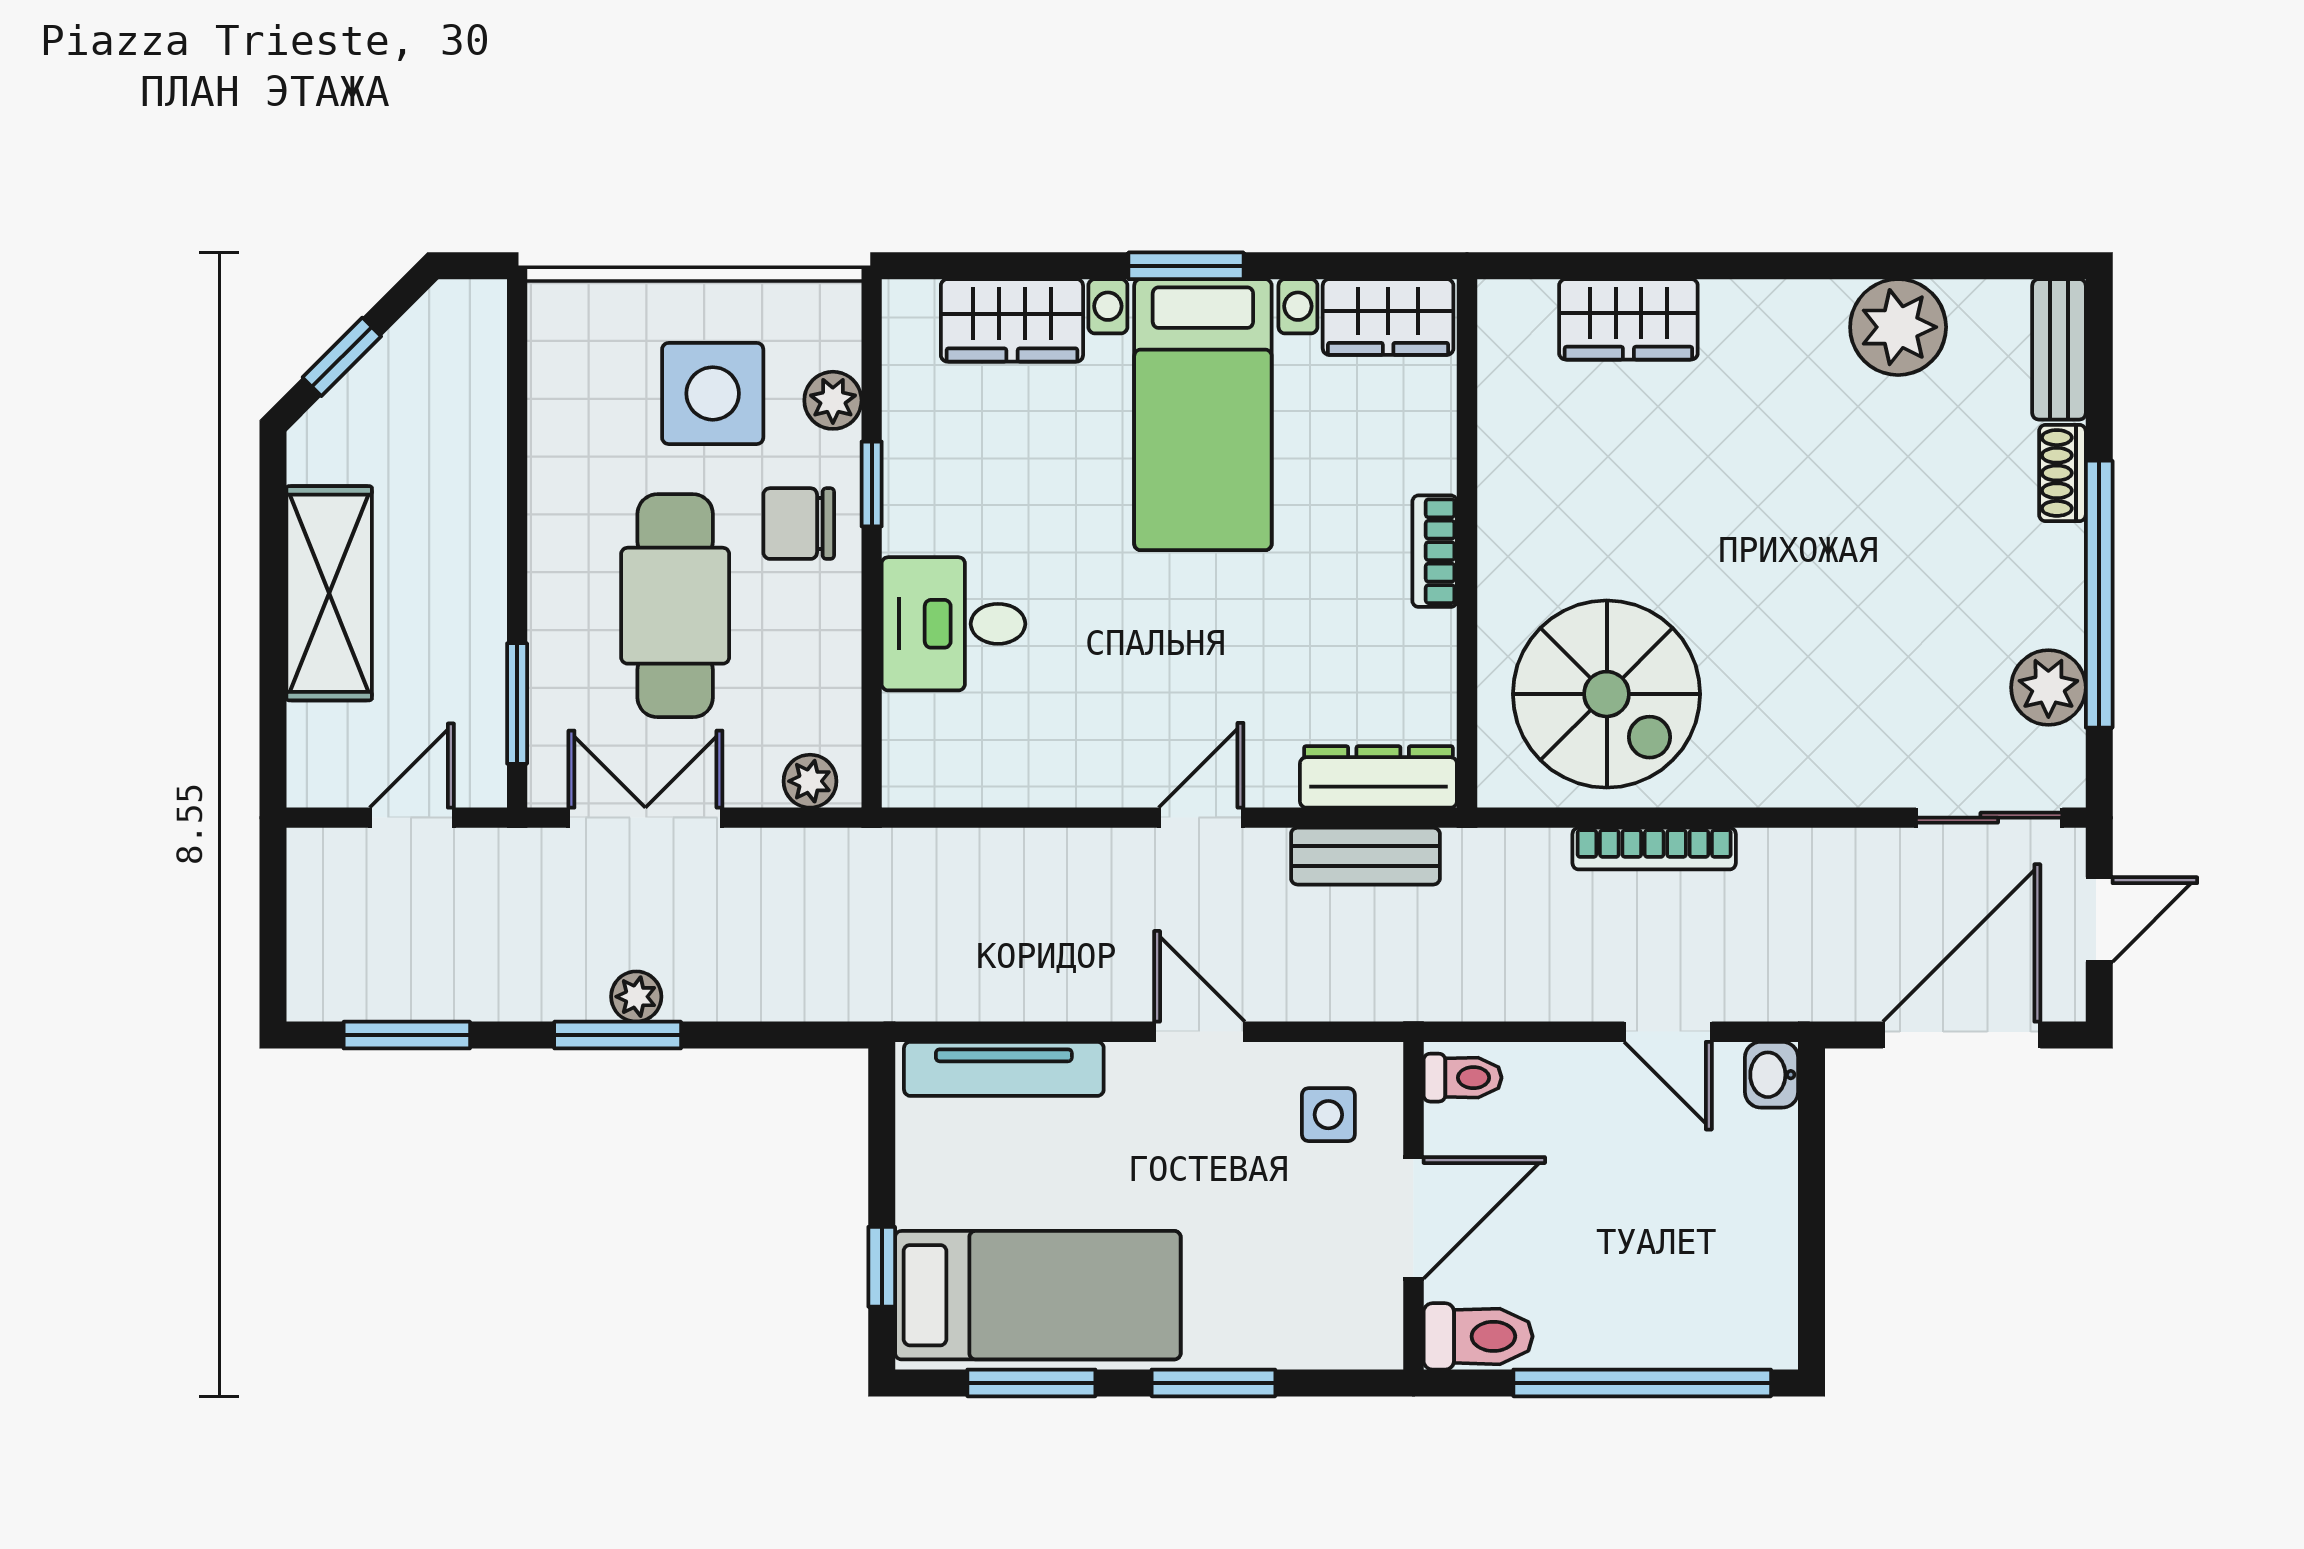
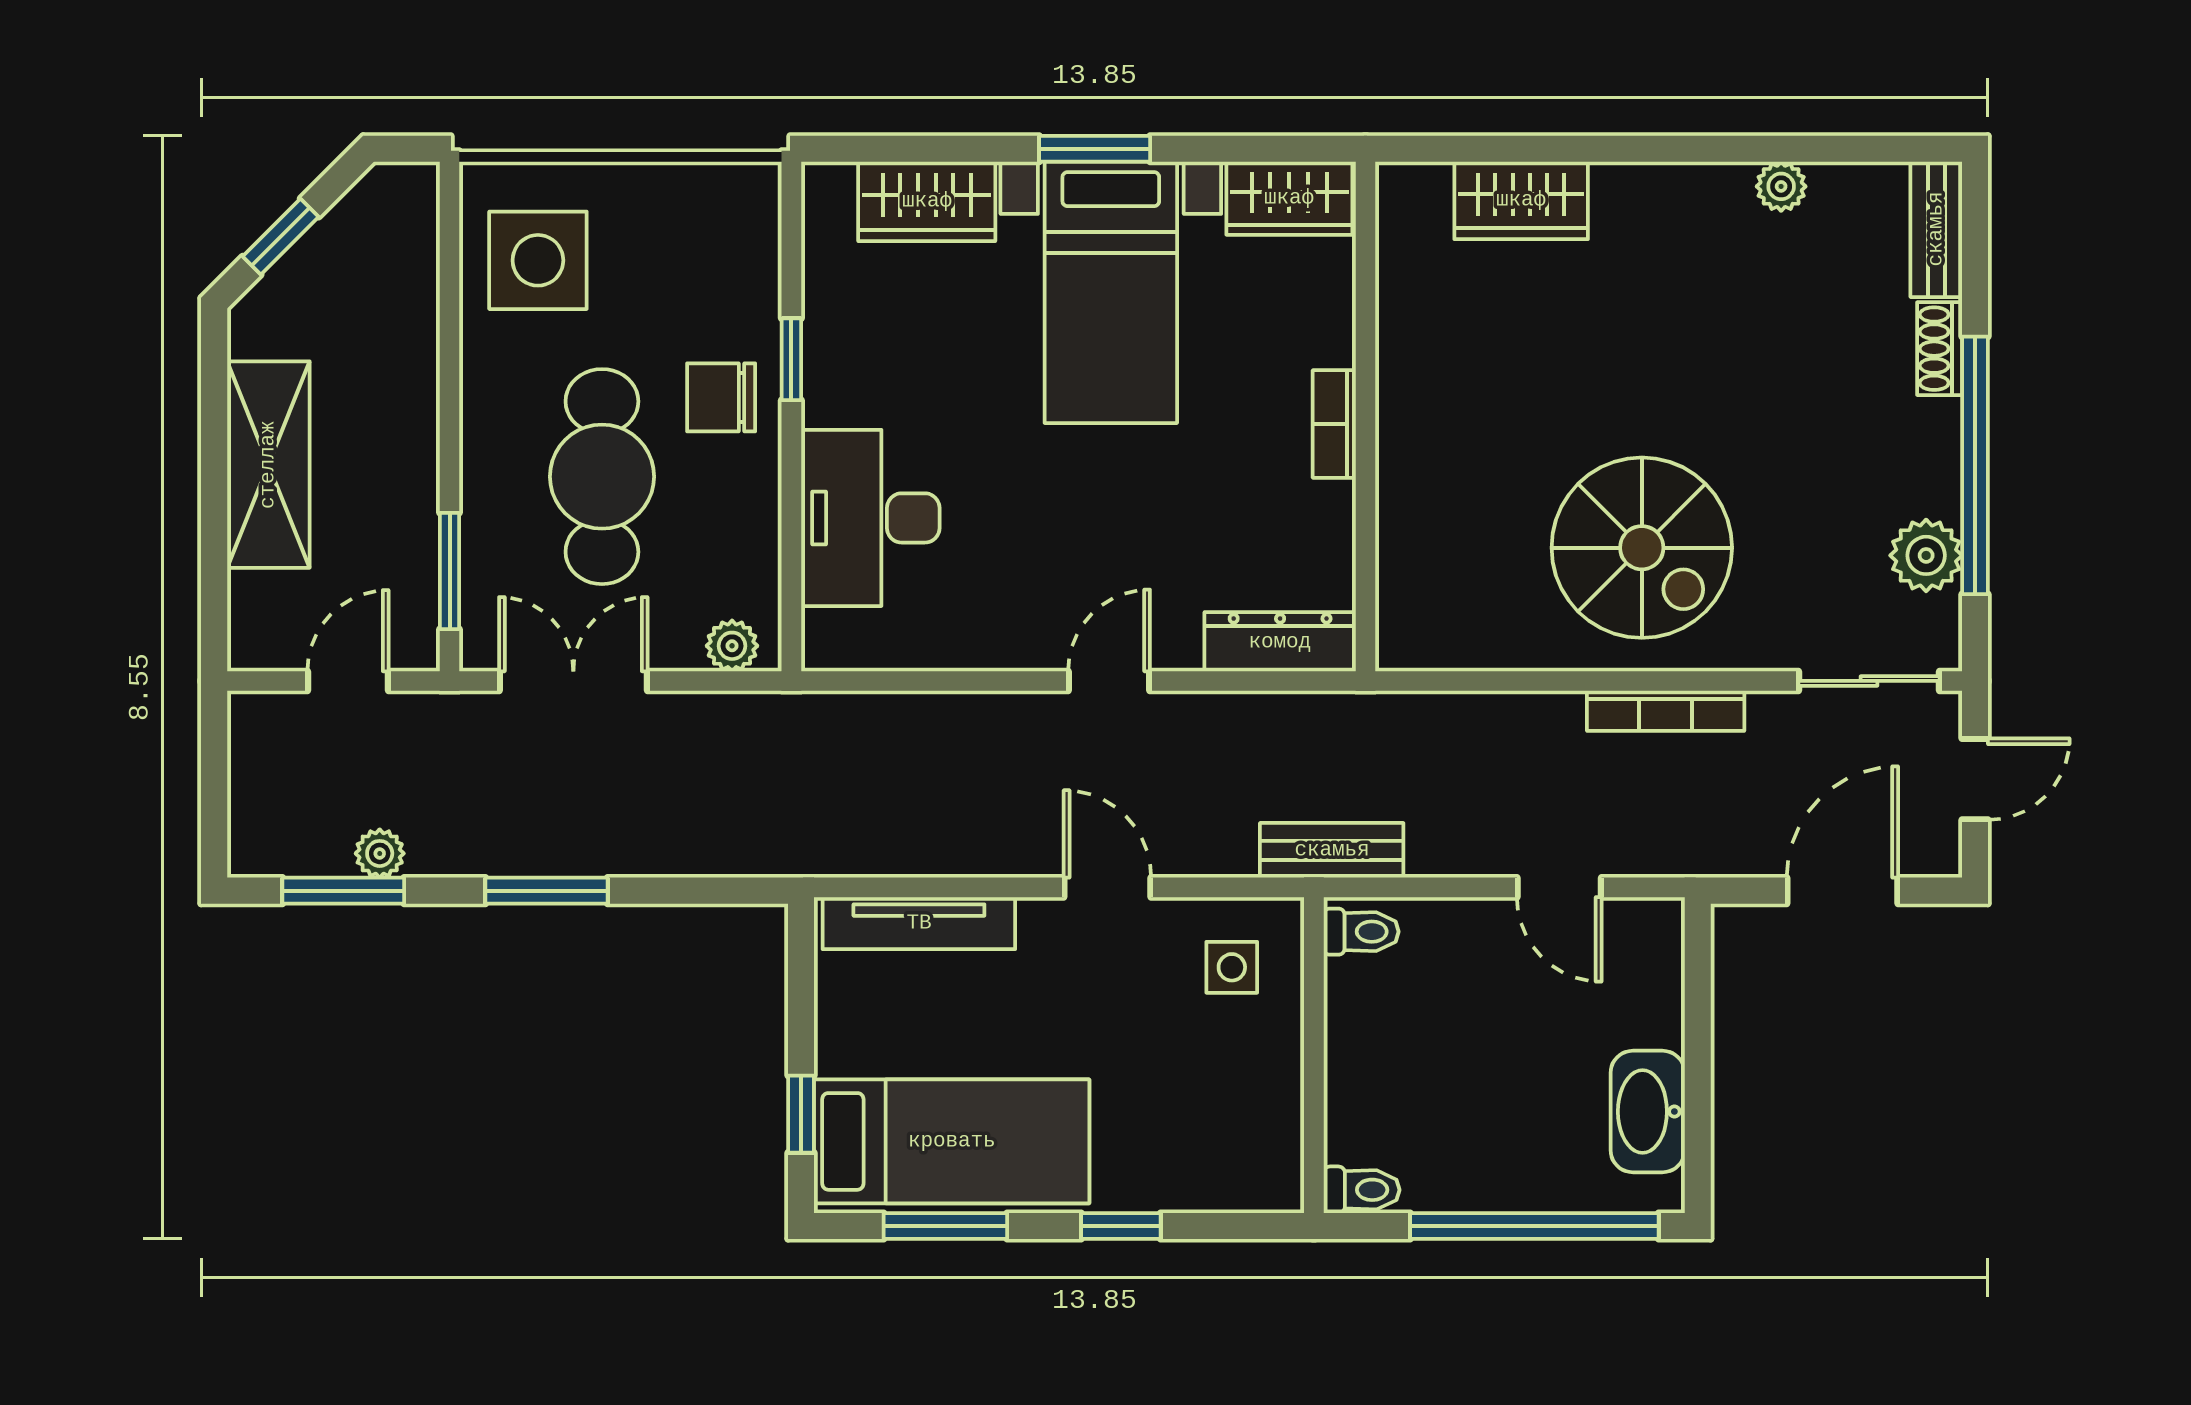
plant: (1898, 327) -> (1781, 186), width x0.53, depth x0.53
side table: (713, 393) -> (538, 260), moved
plant: (833, 400) -> (754, 279), removed
desk: (953, 624) -> (870, 518), width x1.37
spiral stairs: (1607, 694) -> (1642, 548), moved
bookcase: (1654, 849) -> (1666, 711), moved
bench: (1365, 856) -> (1332, 850), moved
plant: (636, 997) -> (380, 853), moved
door: (1962, 1035) -> (1842, 891), width x0.73
washbasin: (1772, 1075) -> (1648, 1112), moved, width x1.91, depth x1.45
door: (1413, 1218) -> (1314, 1067), removed
toilet: (1478, 1336) -> (1362, 1190), width x0.73, depth x0.72
window: (1213, 1383) -> (1121, 1226), width x0.67

